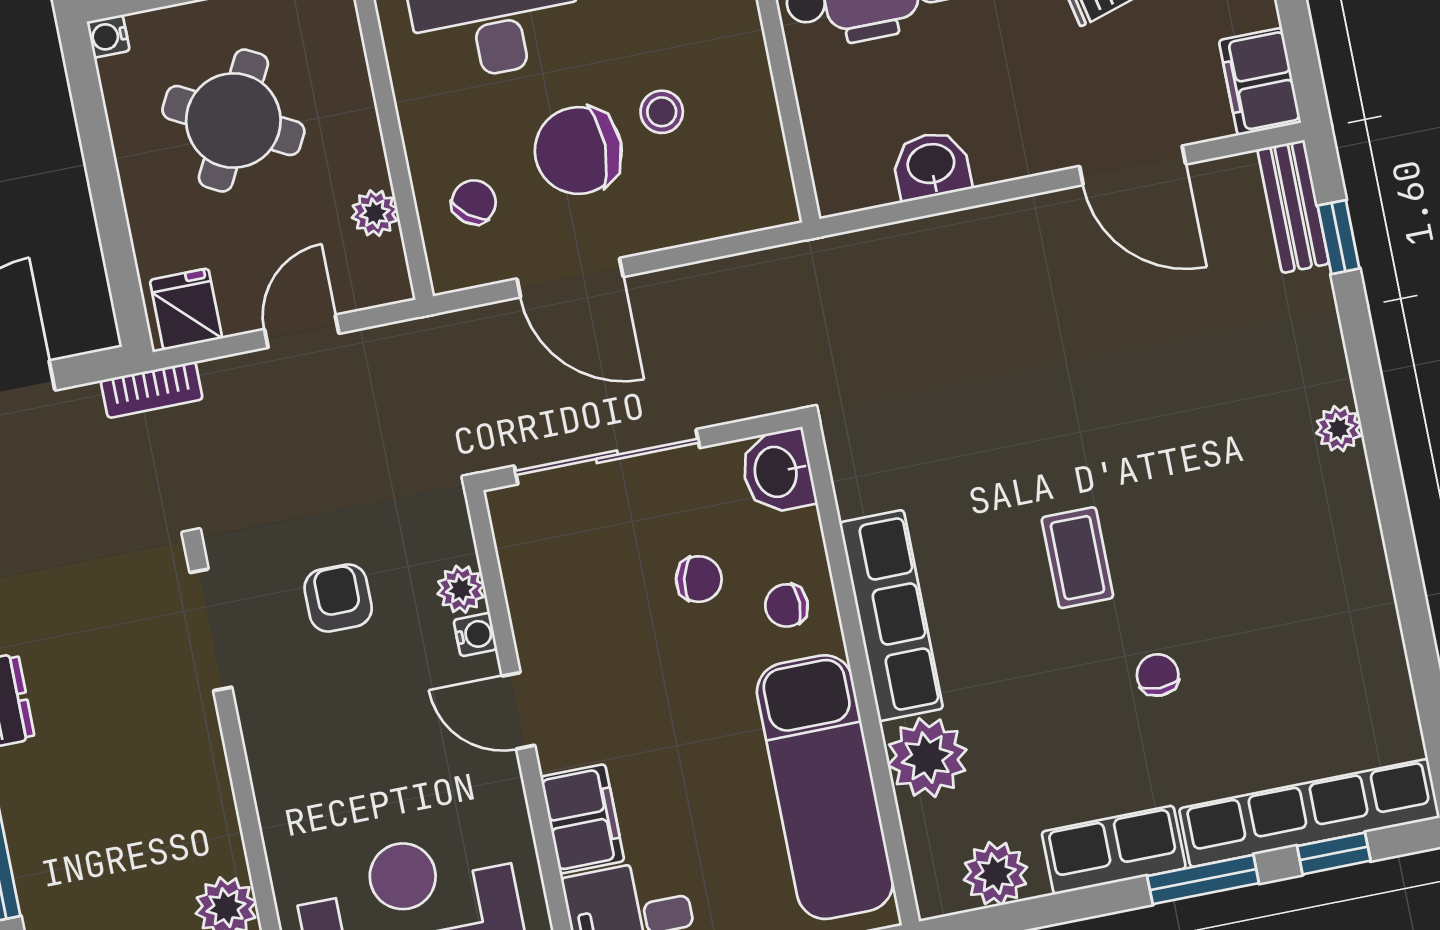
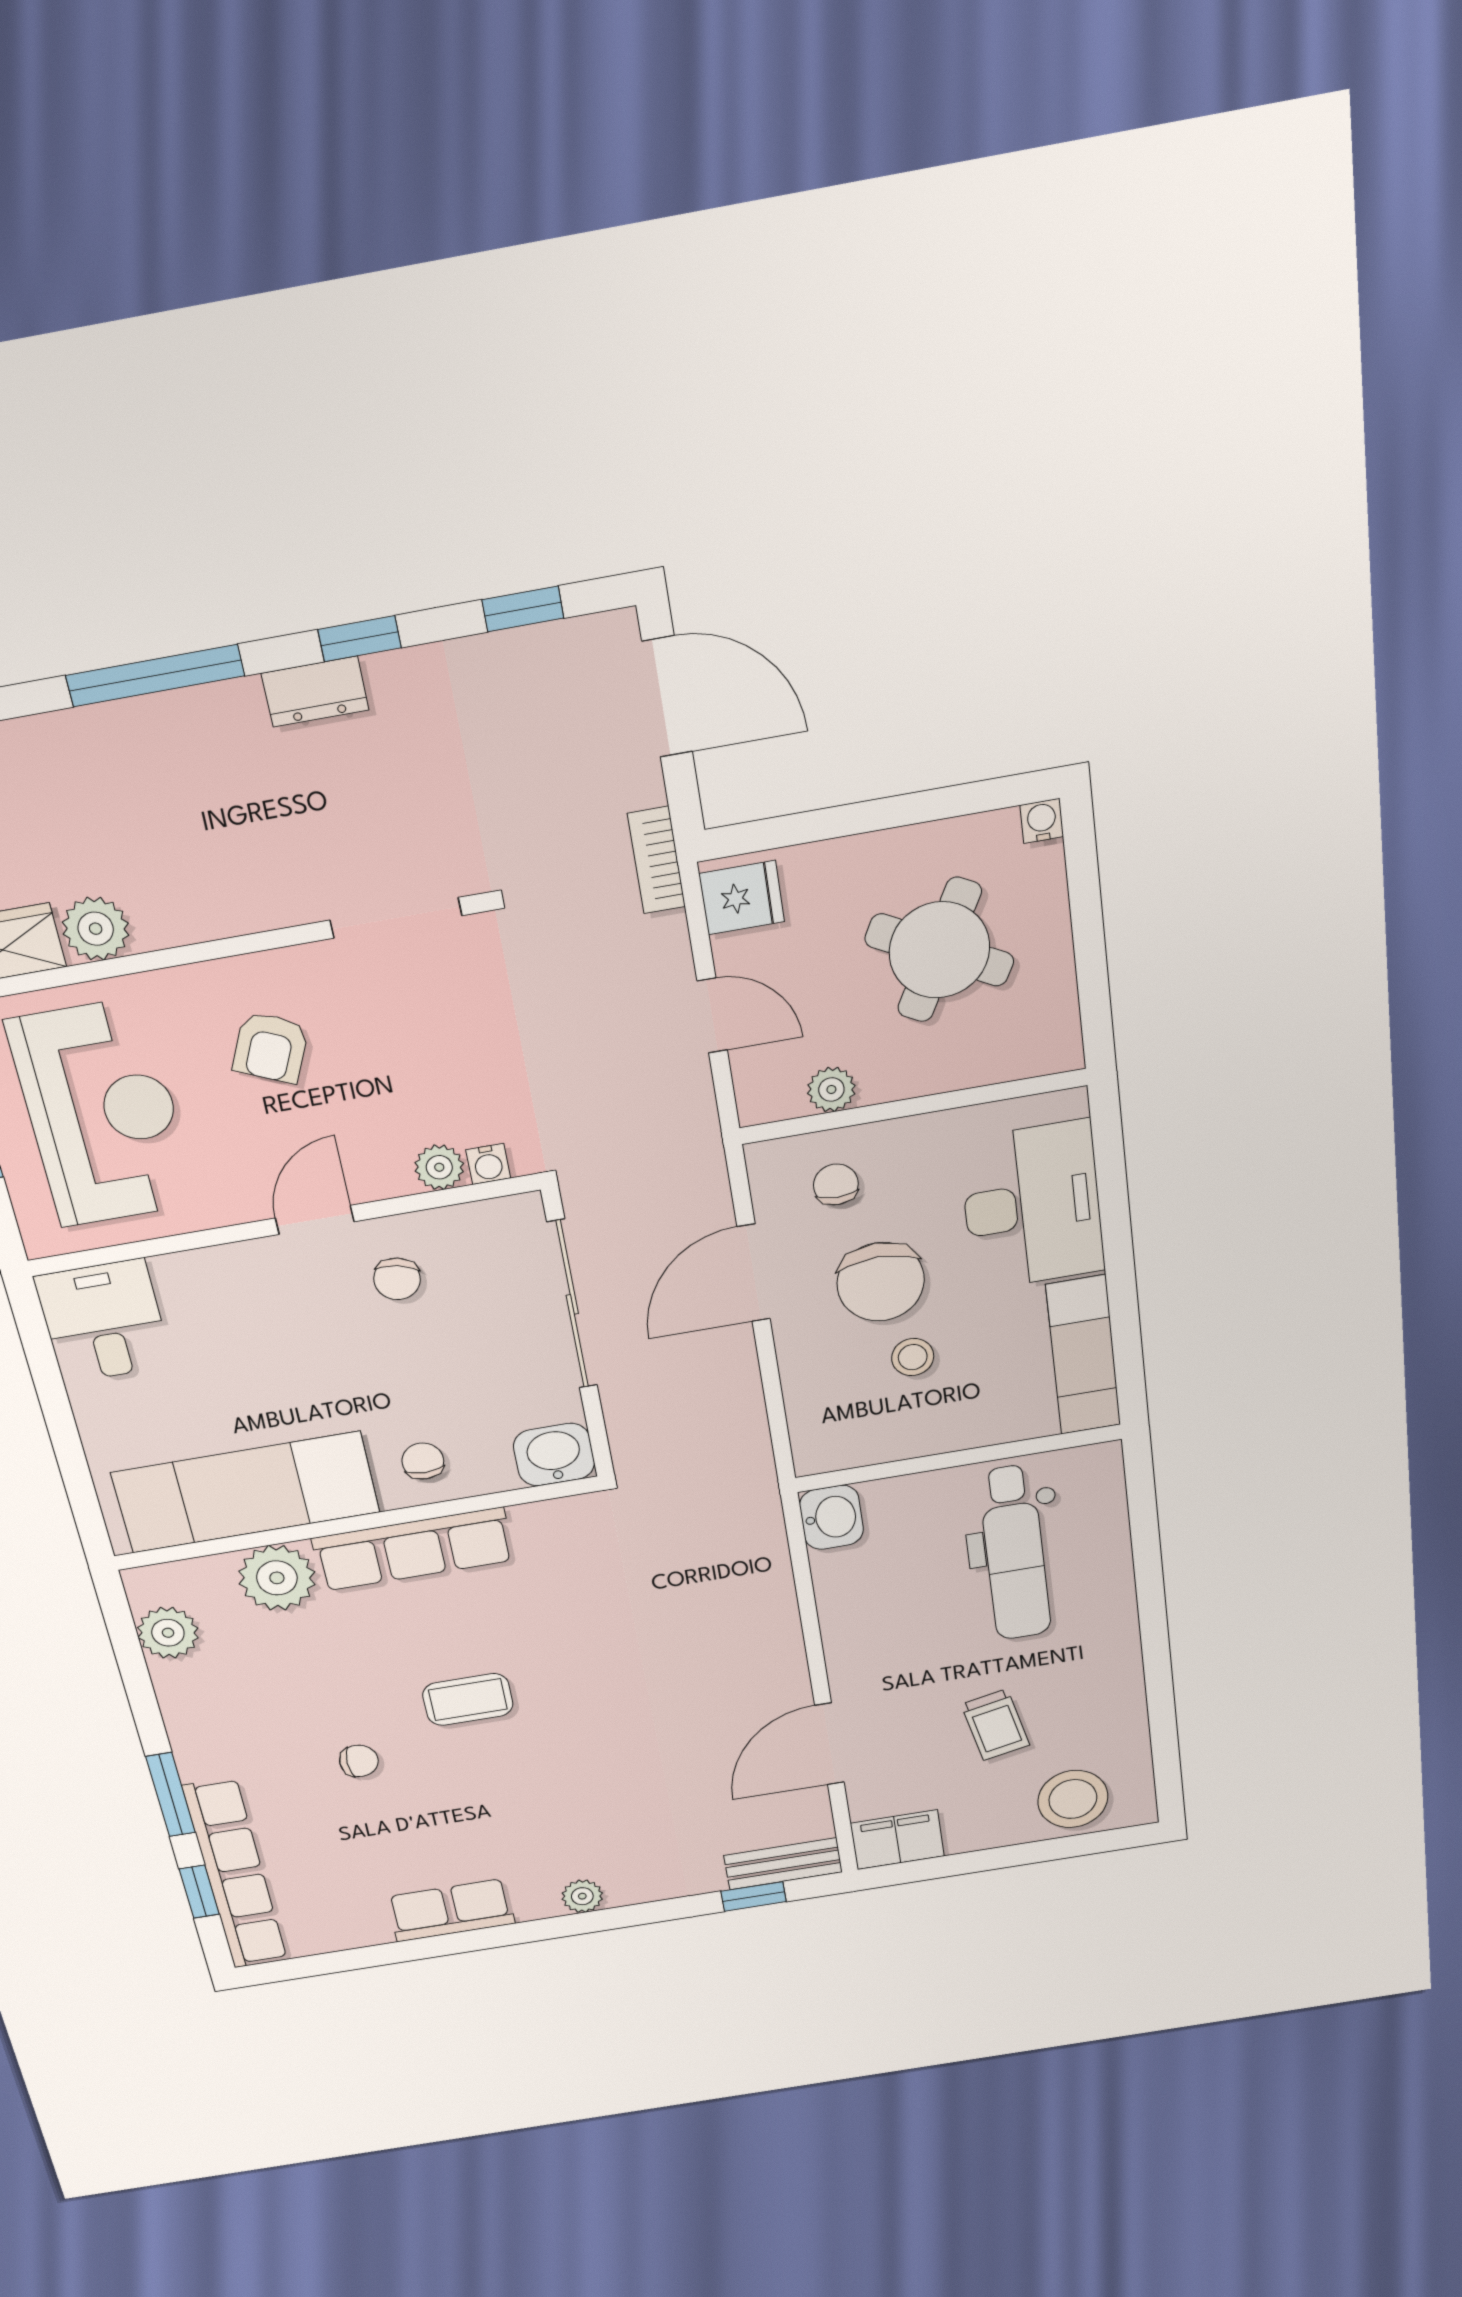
chair: (578, 151) -> (881, 1282), turned 180
washbasin: (931, 165) -> (832, 1517), moved
chair: (474, 202) -> (836, 1184), turned -128
chair: (699, 579) -> (397, 1279), moved
armchair: (338, 598) -> (271, 1047), moved, turned 114
water cooler: (475, 635) -> (488, 1164), moved
filing cabinet: (582, 819) -> (206, 1278), removed
row of seats: (1114, 850) -> (451, 1910), moved, turned -90

